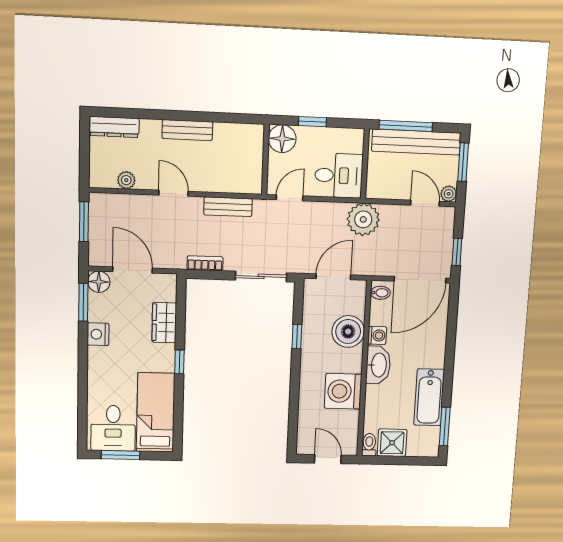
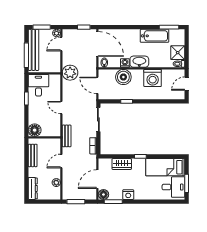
floor lamp: (282, 139) -> (35, 130), moved
wall: (265, 160) -> (44, 137), moved
desk: (339, 176) -> (38, 85), moved

